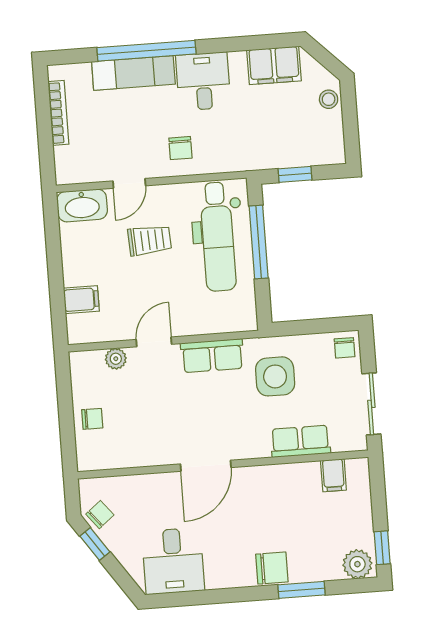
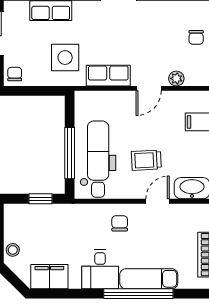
chair: (92, 419) -> (196, 37), turned -90

